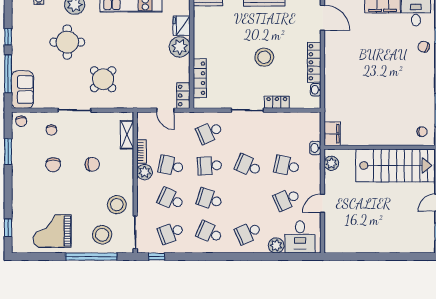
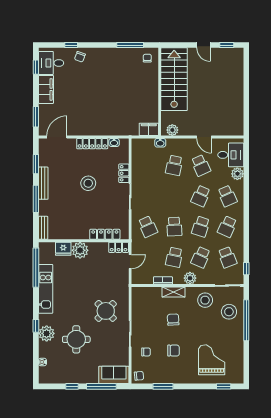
shelving: (127, 135) -> (174, 292), moved
school desk: (248, 166) -> (201, 196), moved
plant: (145, 172) -> (190, 278), moved
grand piano: (52, 231) -> (212, 360), moved, turned 180

